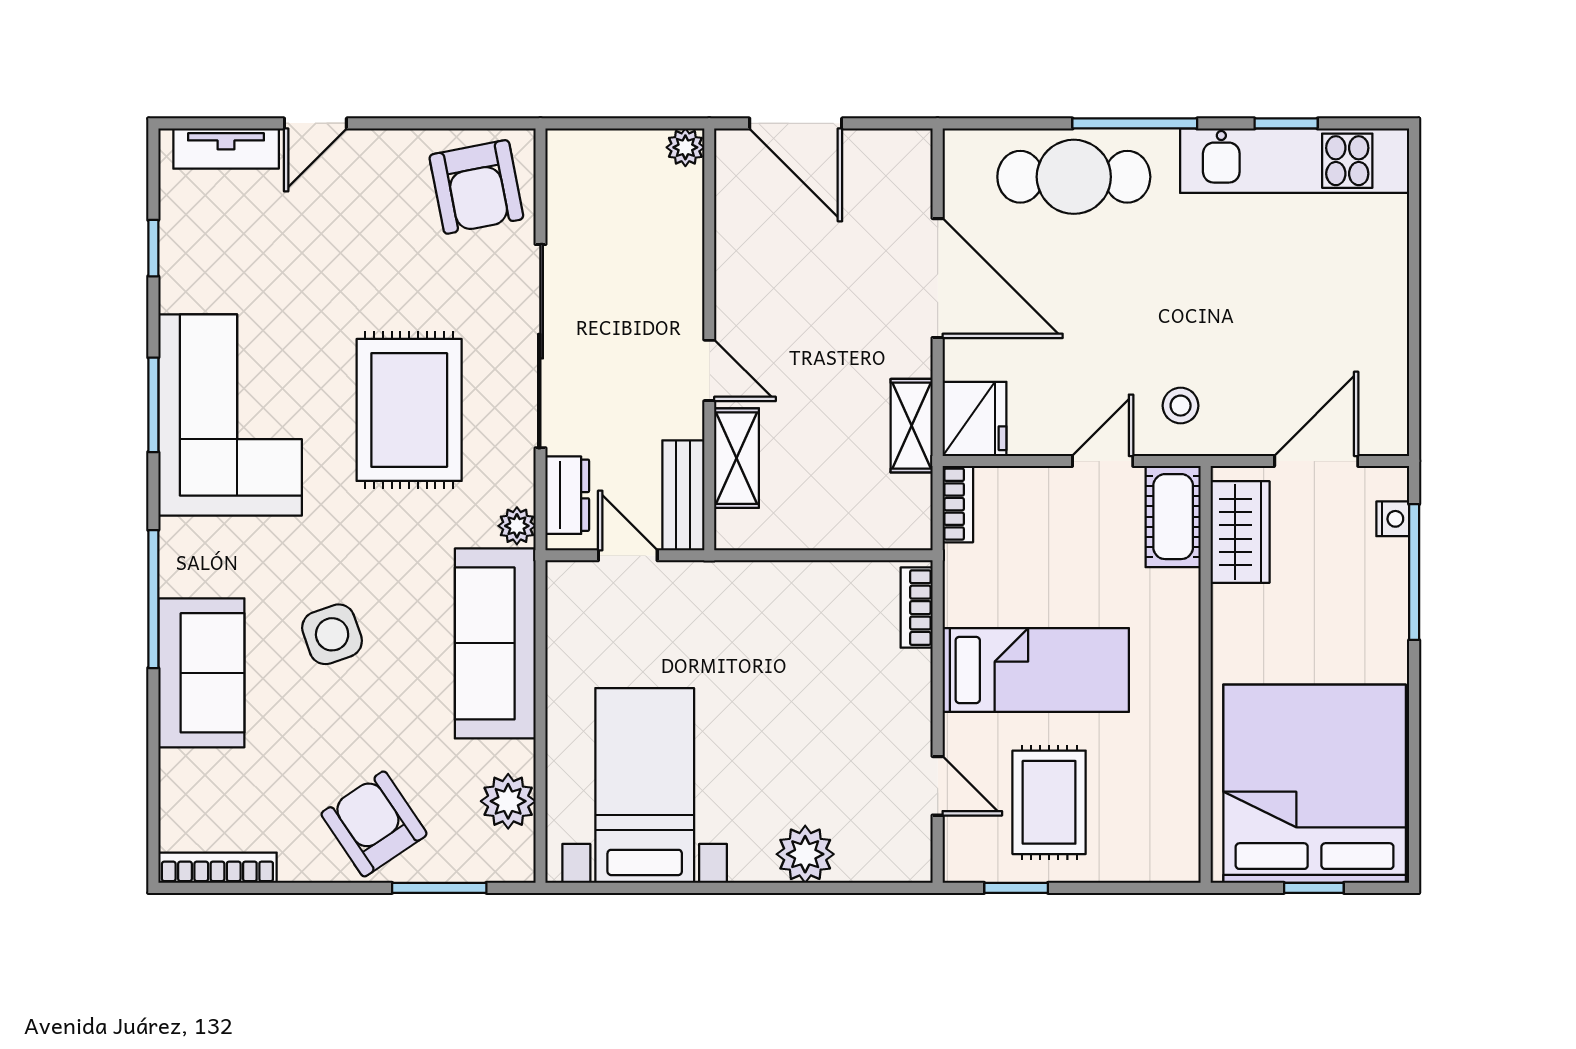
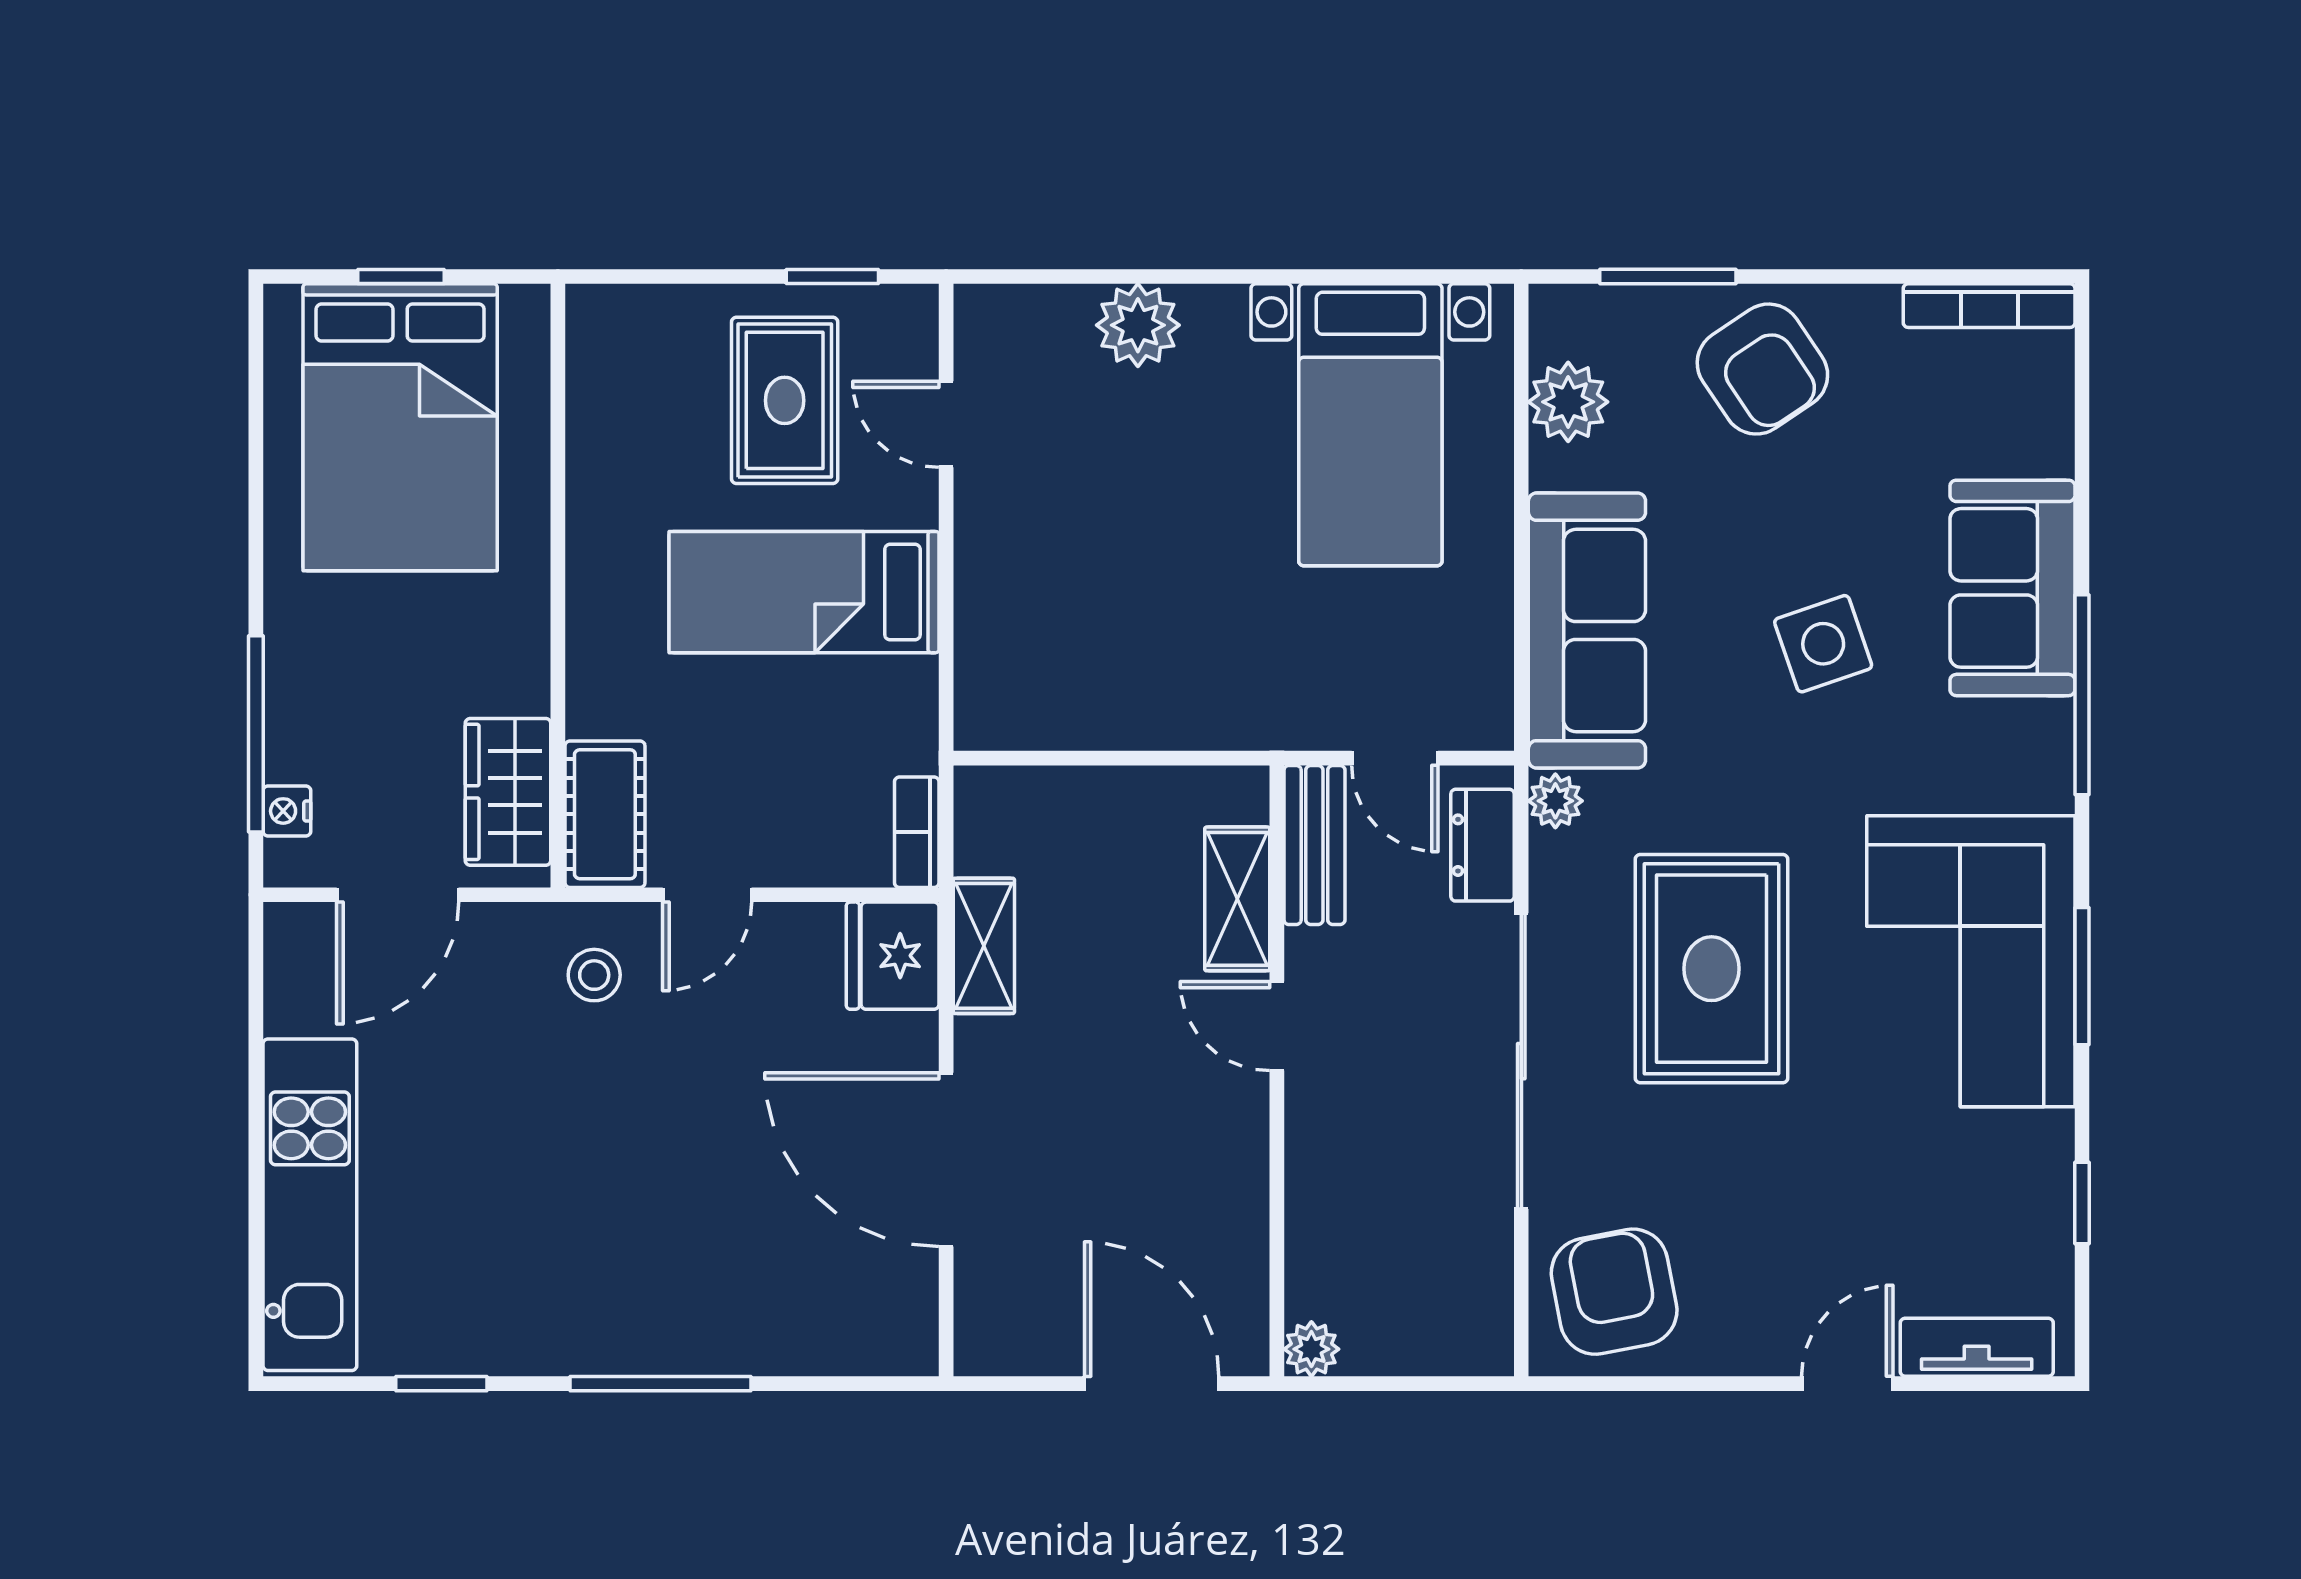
kitchen unit: (1295, 161) -> (310, 1205), moved, turned 90
cafe table: (1074, 177) -> (749, 1306), removed
bookcase: (917, 608) -> (977, 682), removed
bed: (1315, 784) -> (400, 427), width x0.73

